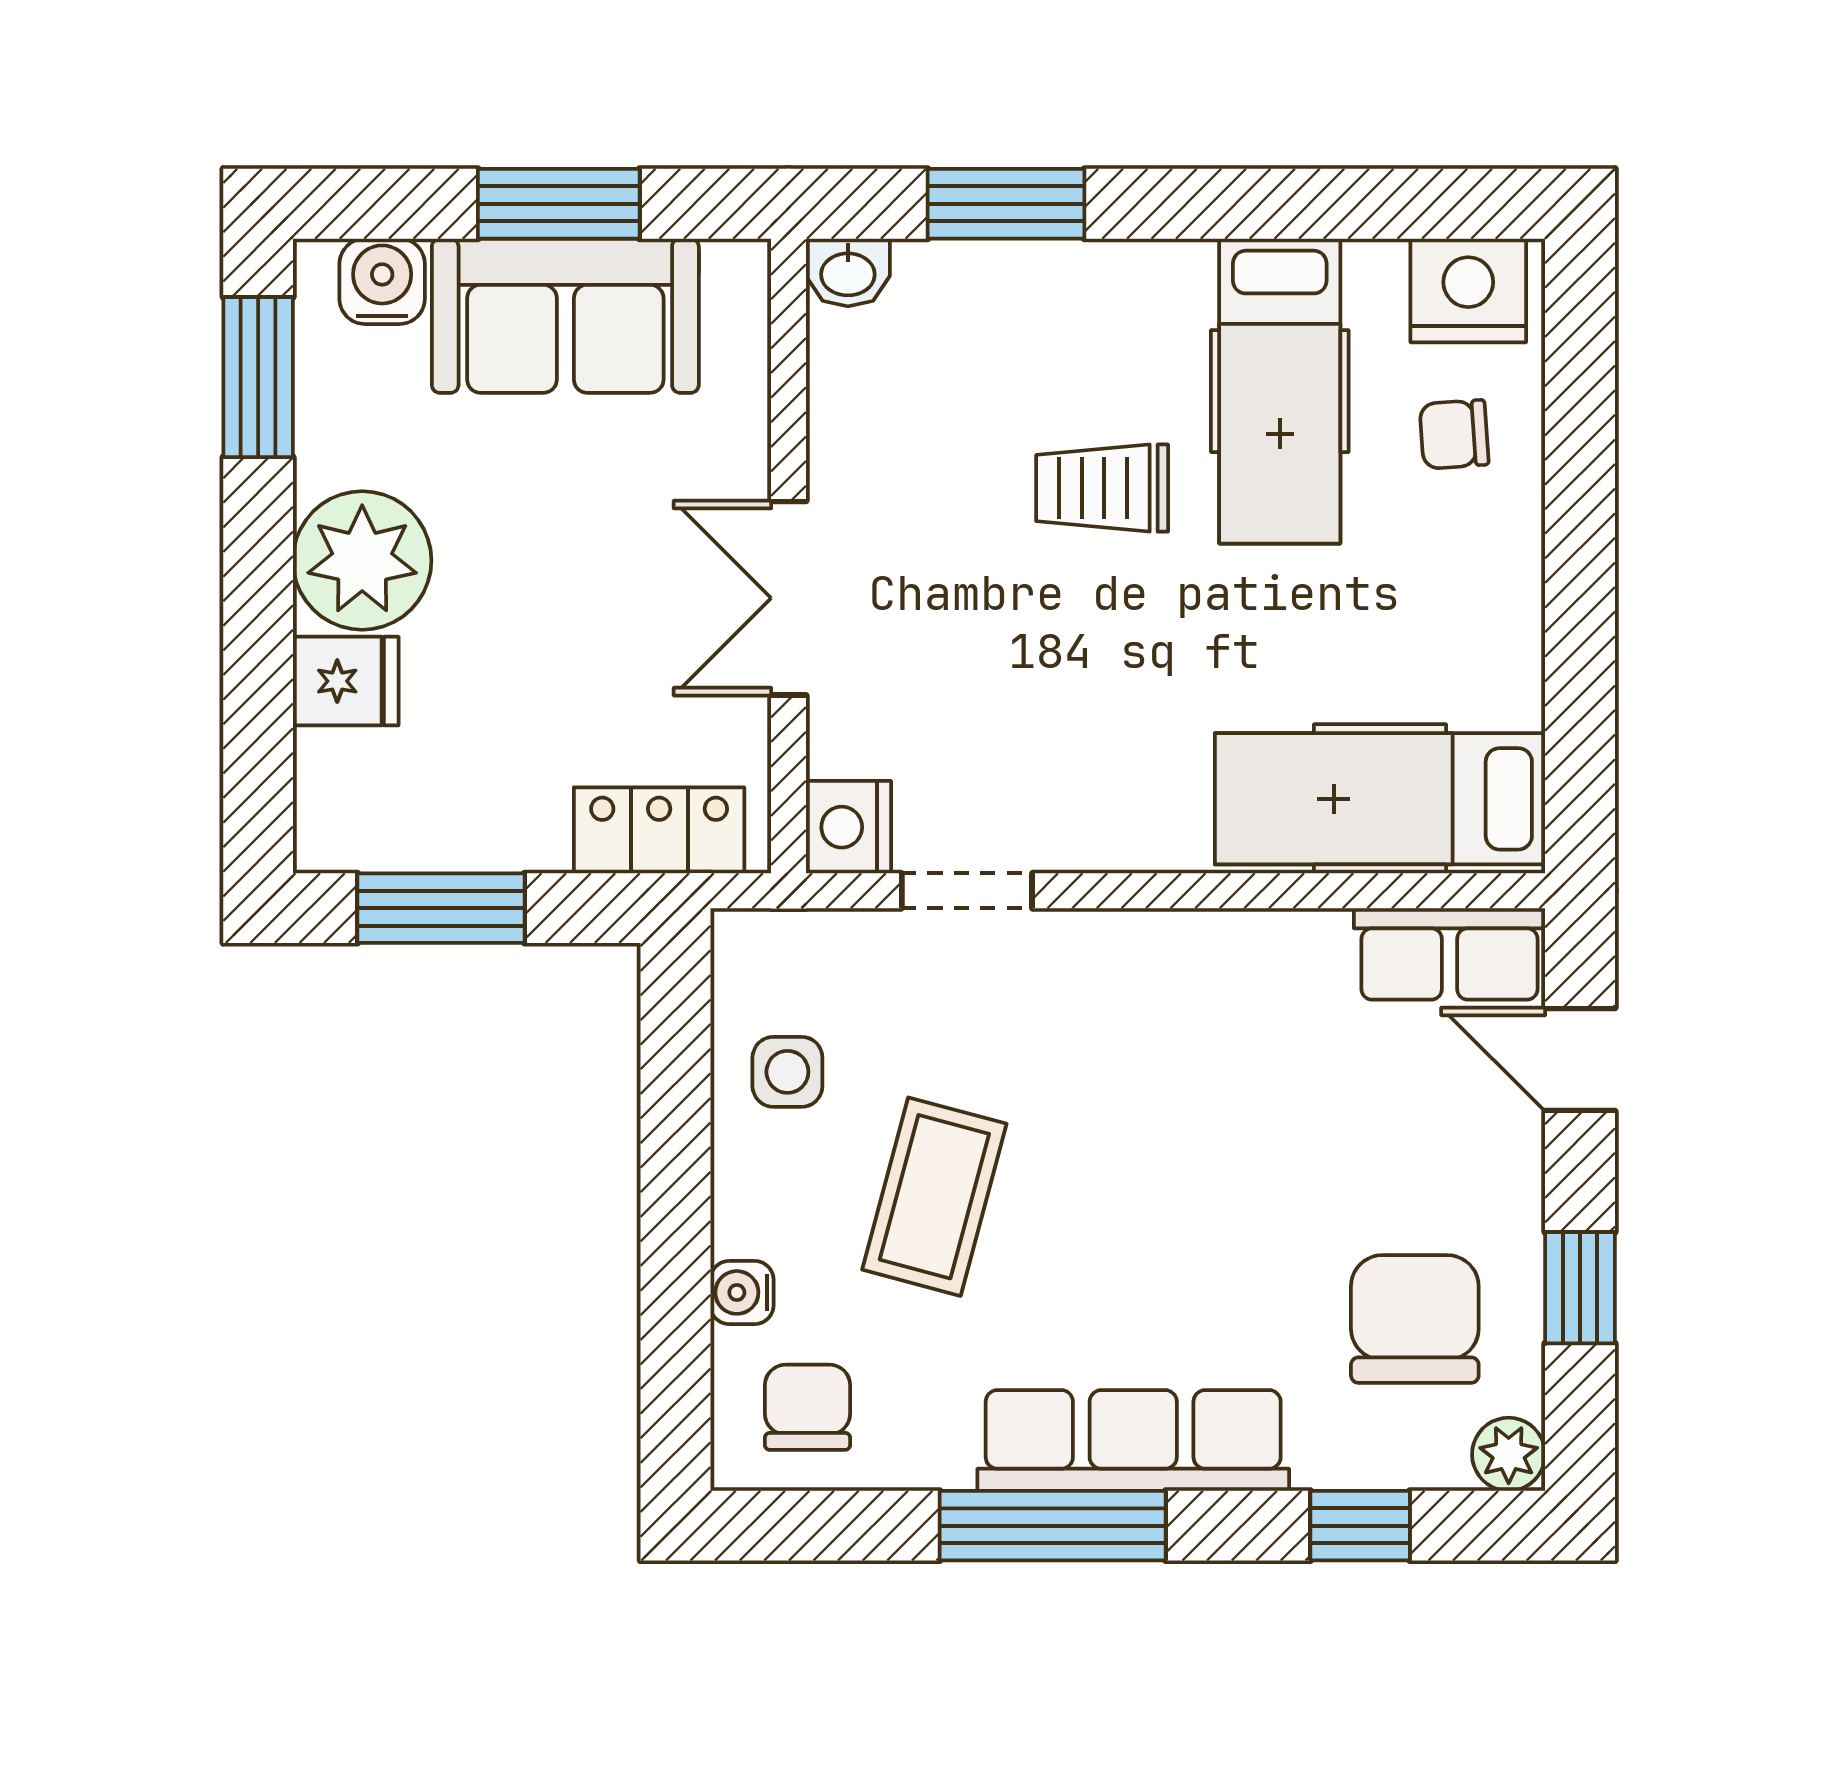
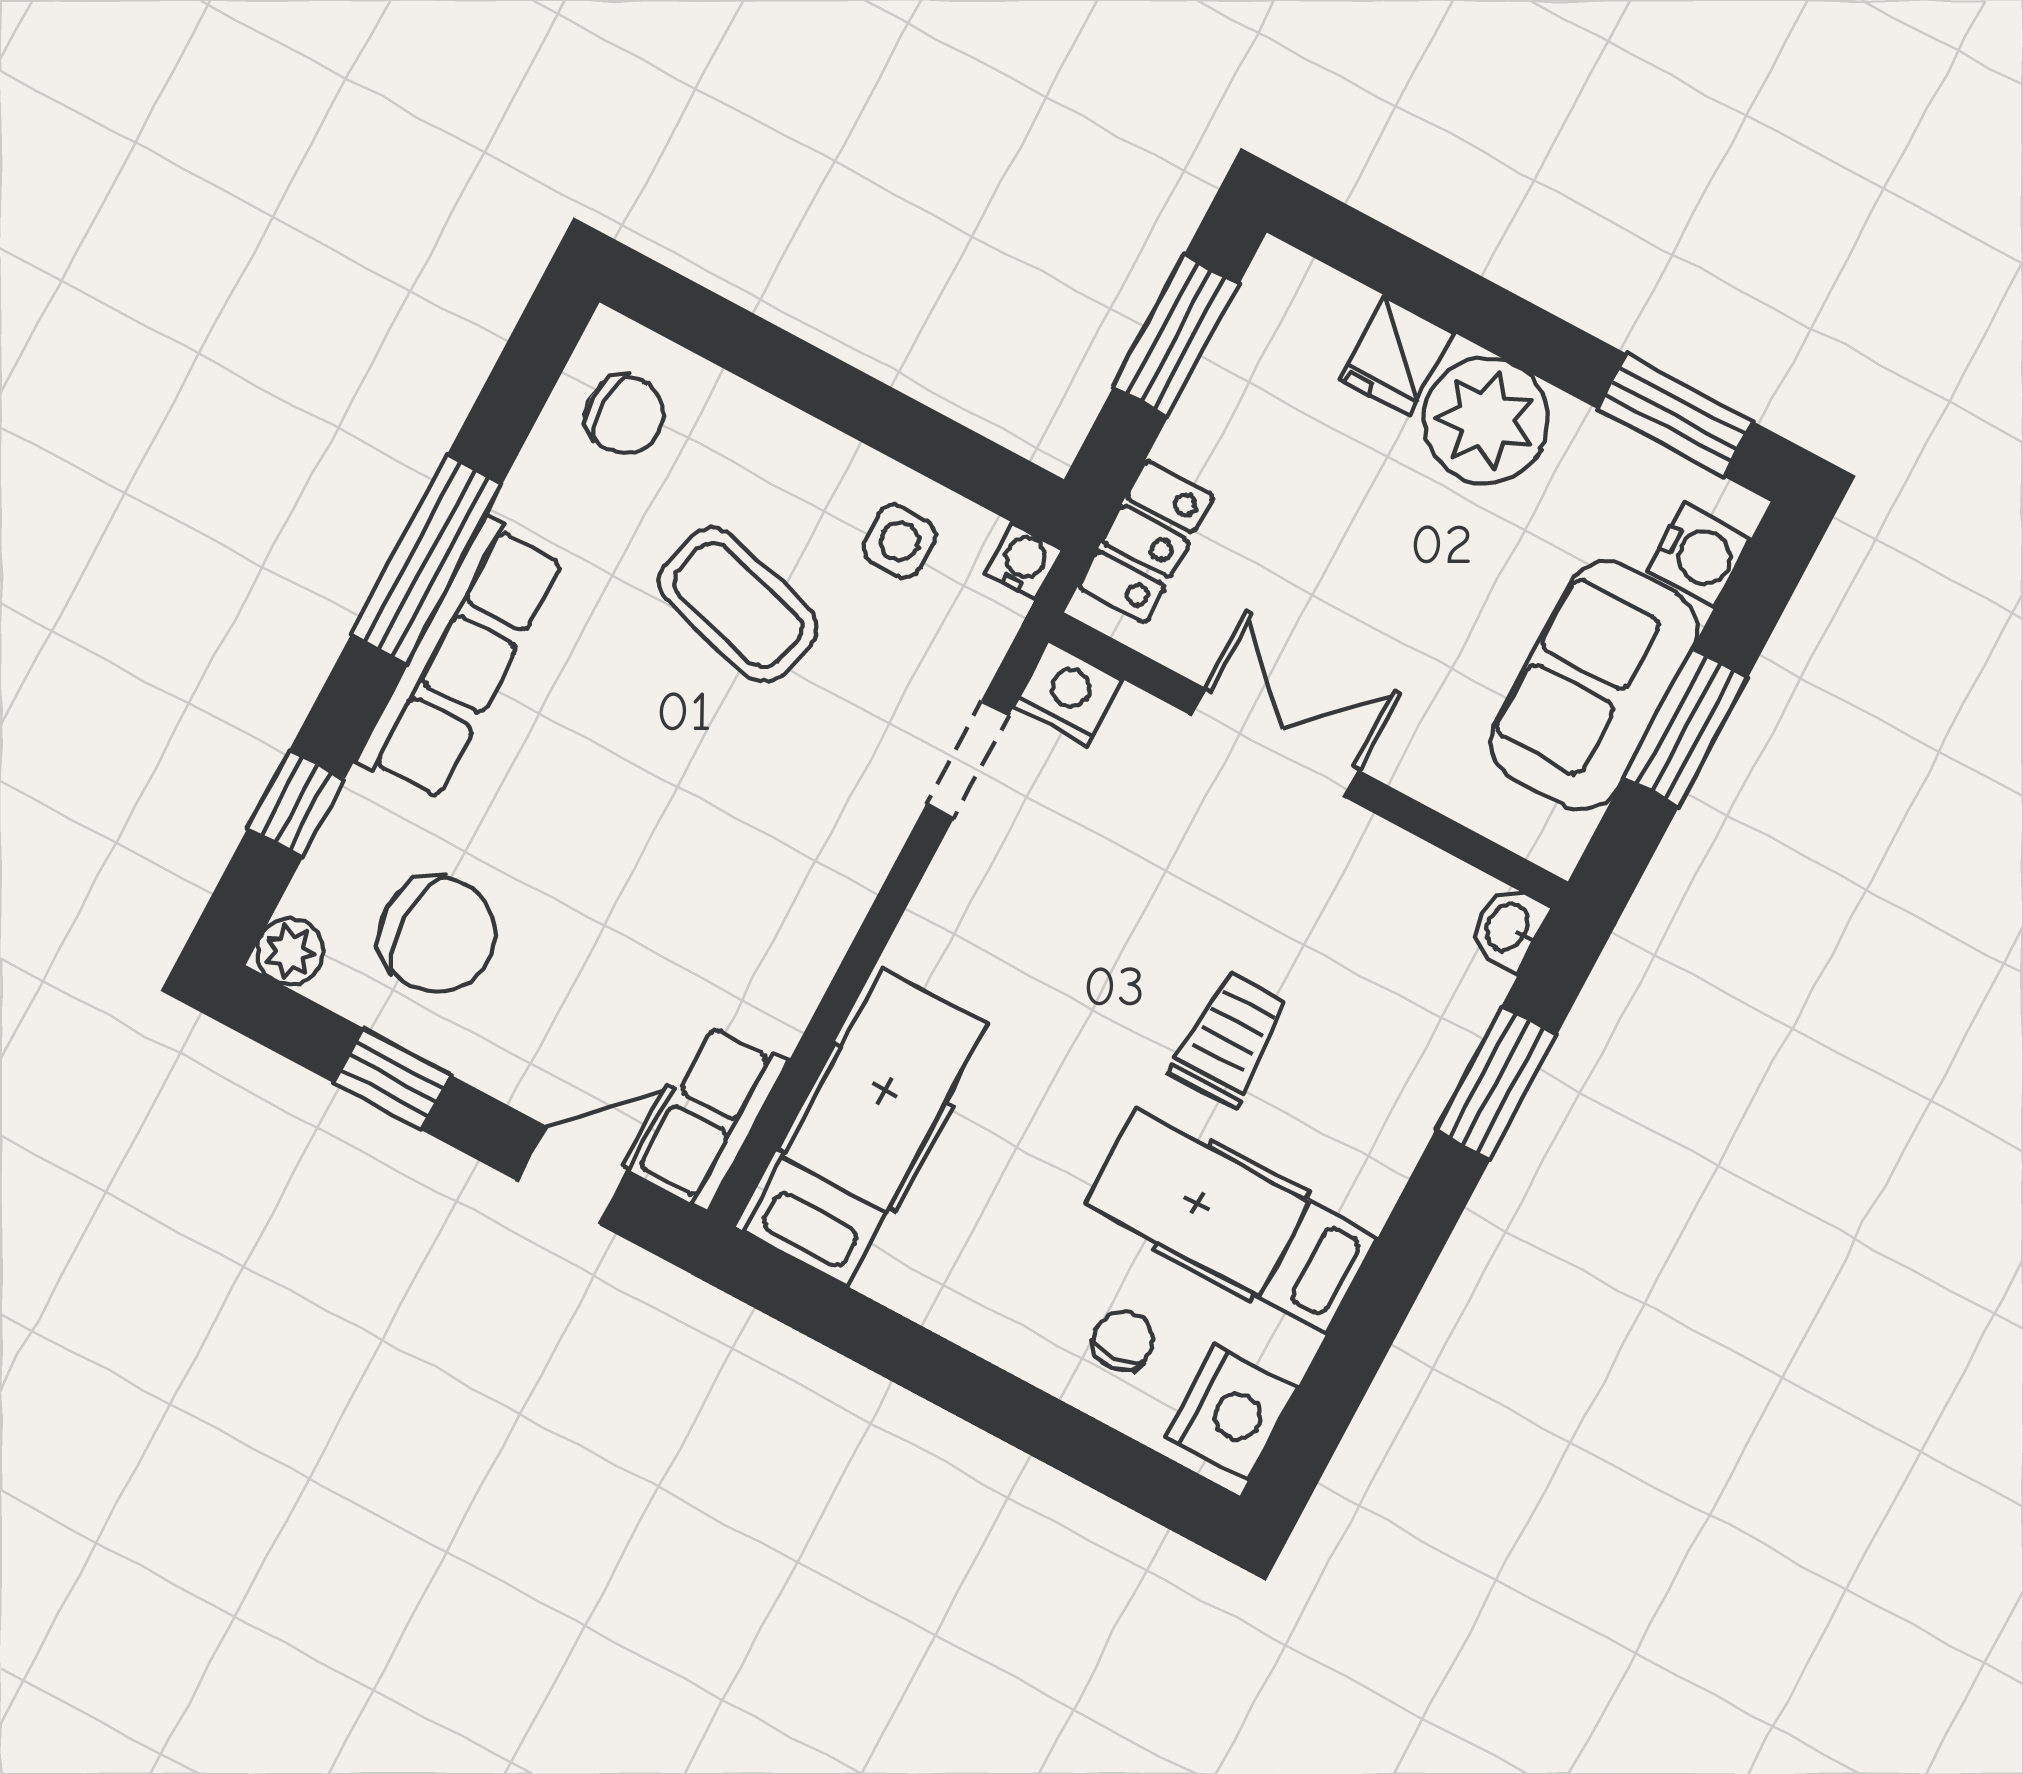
water cooler: (742, 1292) -> (1024, 561), moved

